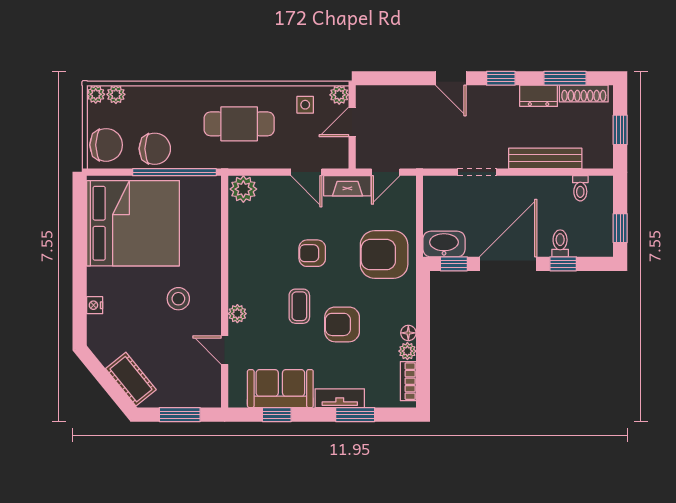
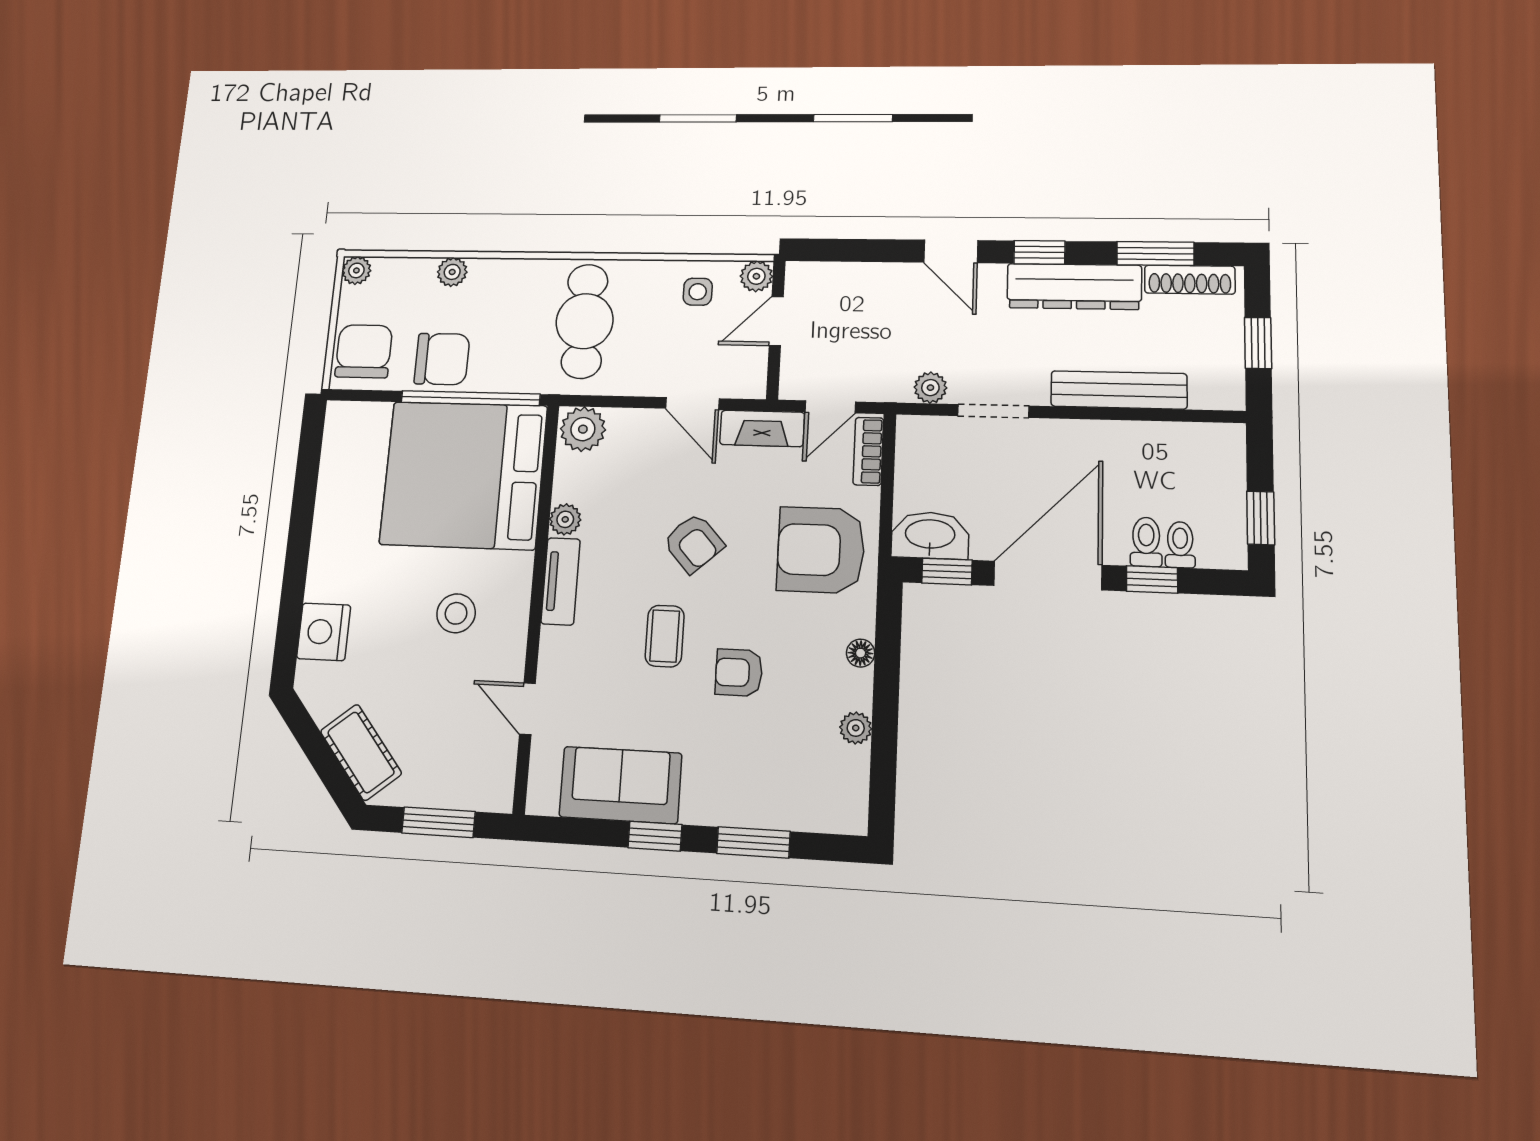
plant: (116, 94) -> (452, 272), moved
dresser: (539, 96) -> (1074, 286), width x1.96, depth x1.24
cafe table: (239, 124) -> (585, 321), turned 90
chair: (106, 145) -> (364, 351), turned -90
plant: (442, 160) -> (930, 388), added
toilet: (580, 188) -> (1180, 545), moved, turned 180
bed: (133, 223) -> (463, 475), moved, turned 180
armchair: (312, 253) -> (693, 543), turned -132
nightstand: (95, 305) -> (324, 632), width x1.89, depth x1.79
plant: (237, 314) -> (565, 519), moved
armchair: (342, 324) -> (739, 673), width x0.72, depth x0.72
floor lamp: (408, 333) -> (861, 653), moved
bookcase: (408, 381) -> (868, 451), moved
tv unit: (340, 398) -> (561, 581), moved, turned 90
window: (277, 415) -> (655, 836), moved

